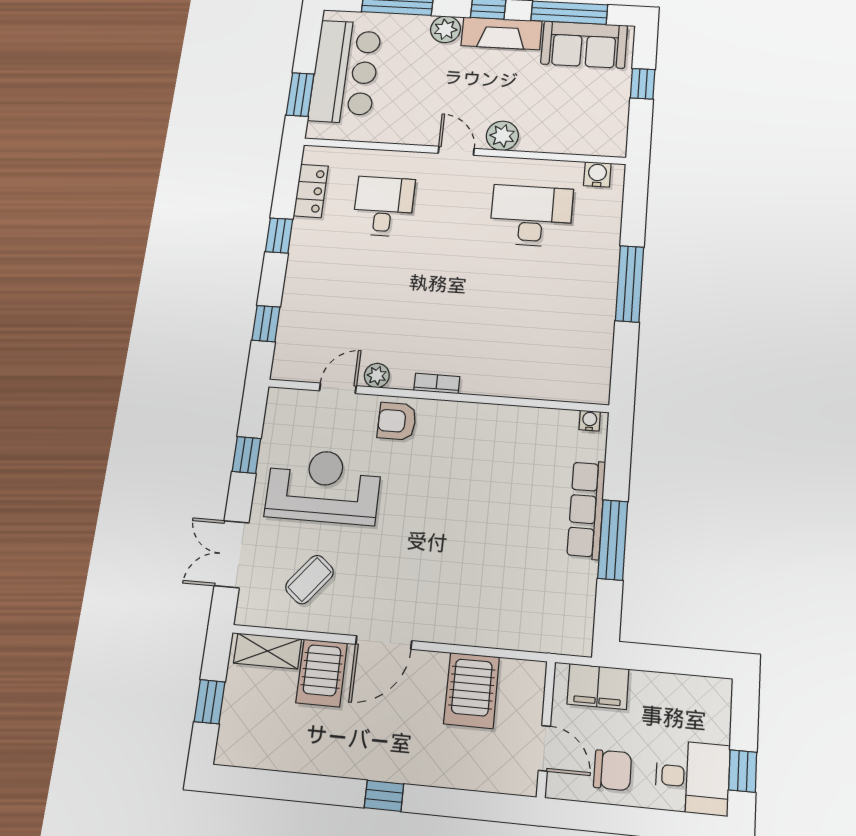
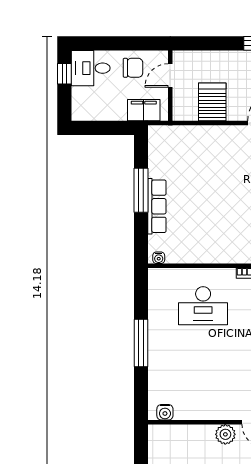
desk: (531, 216) -> (203, 306), moved
door: (544, 748) -> (170, 76), hinge flipped
chair: (613, 770) -> (133, 68), turned 180

